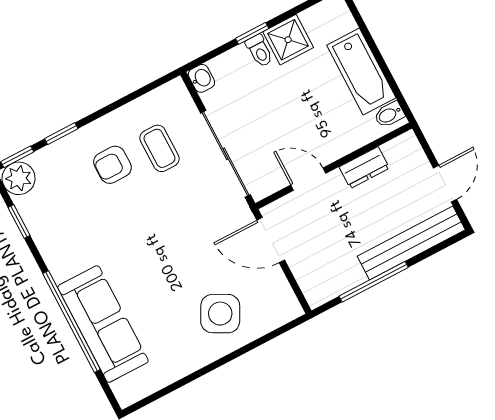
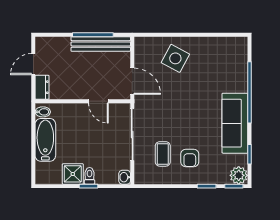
armchair: (112, 165) -> (190, 158), turned 90
dresser: (364, 168) -> (42, 87), moved, turned 90
bench: (411, 243) -> (101, 44), moved
sofa: (103, 324) -> (235, 123), moved

